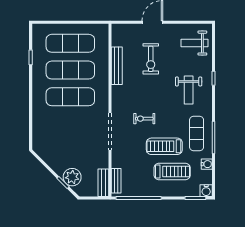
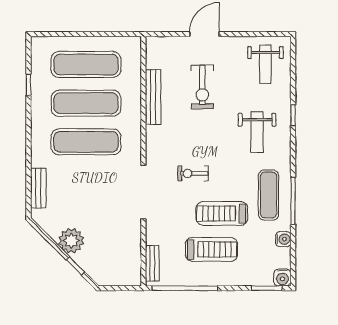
weight bench: (194, 43) -> (265, 64), turned -90
treadmill: (172, 172) -> (211, 249), moved
plant: (72, 177) -> (71, 241), moved
bench: (103, 183) -> (38, 188), moved

